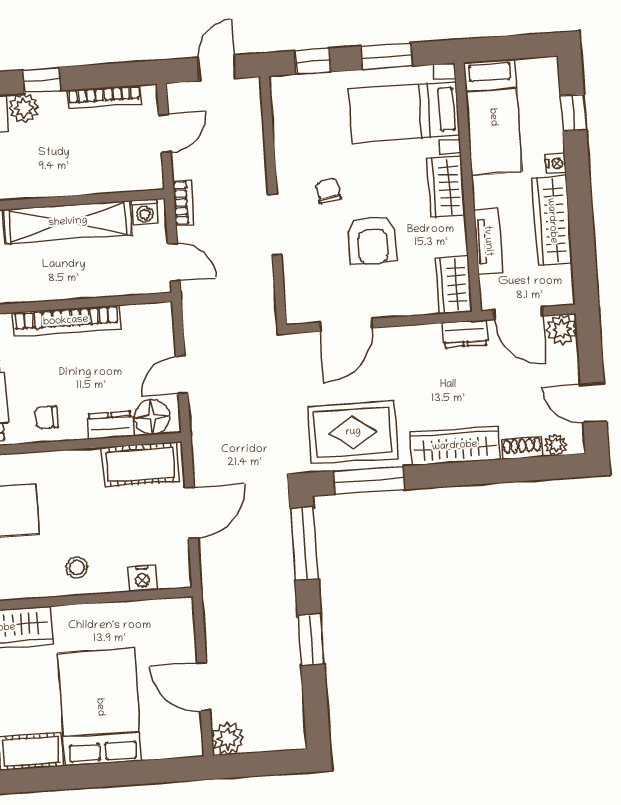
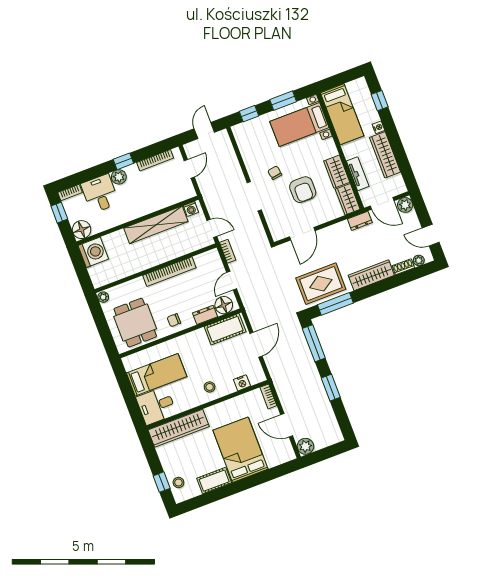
wardrobe: (446, 187) -> (337, 172), moved
bookcase: (183, 203) -> (228, 251), moved
bookcase: (185, 620) -> (268, 396), added

